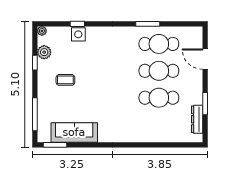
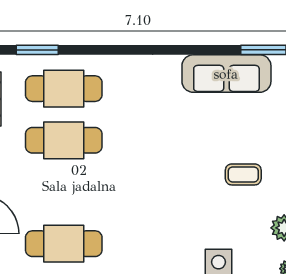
cafe table: (159, 71) -> (64, 89), moved
window: (173, 145) -> (37, 50), added

